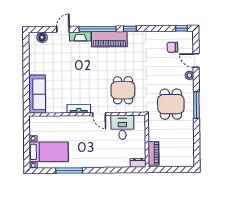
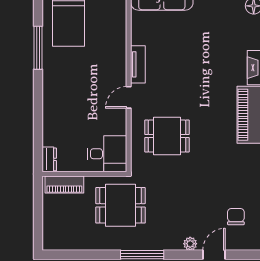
dining table: (171, 104) -> (121, 205), moved
desk: (122, 127) -> (107, 154), moved

